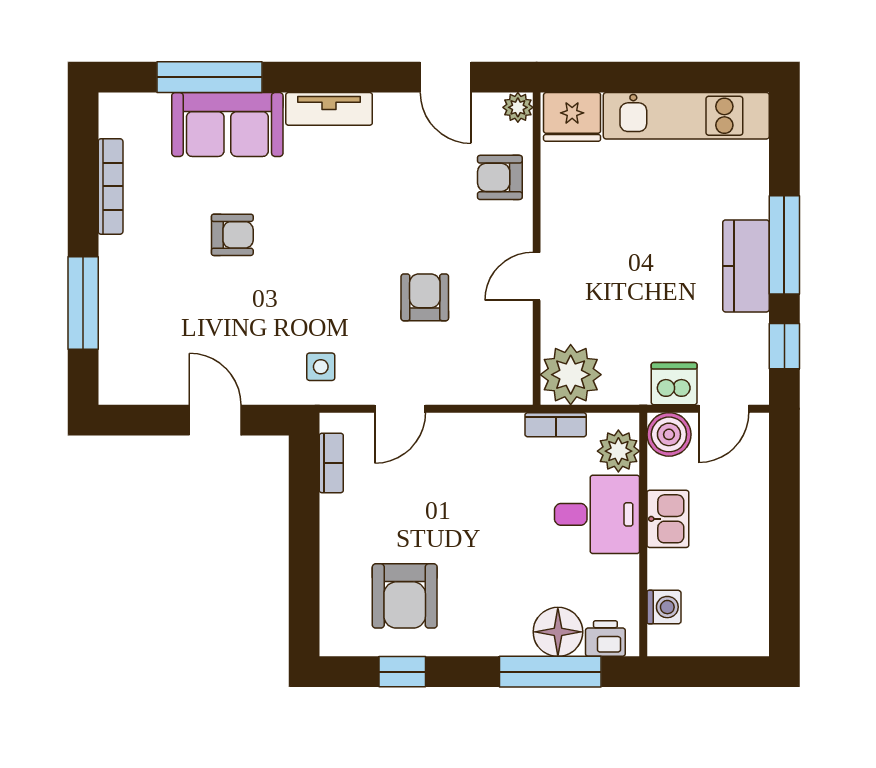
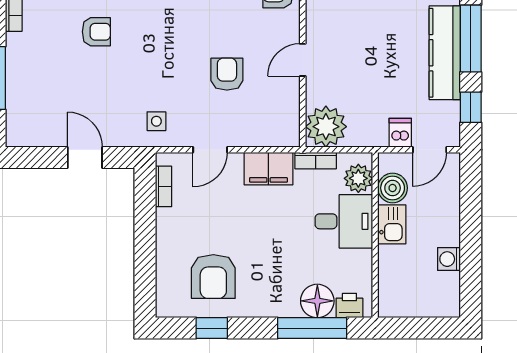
kitchen counter: (746, 266) -> (445, 53), width x1.50
dishwasher: (674, 384) -> (400, 133), width x0.73
boiler: (669, 434) -> (393, 188), moved
filing cabinet: (486, 437) -> (268, 169), added
washing machine: (664, 607) -> (449, 259), moved, turned 180

